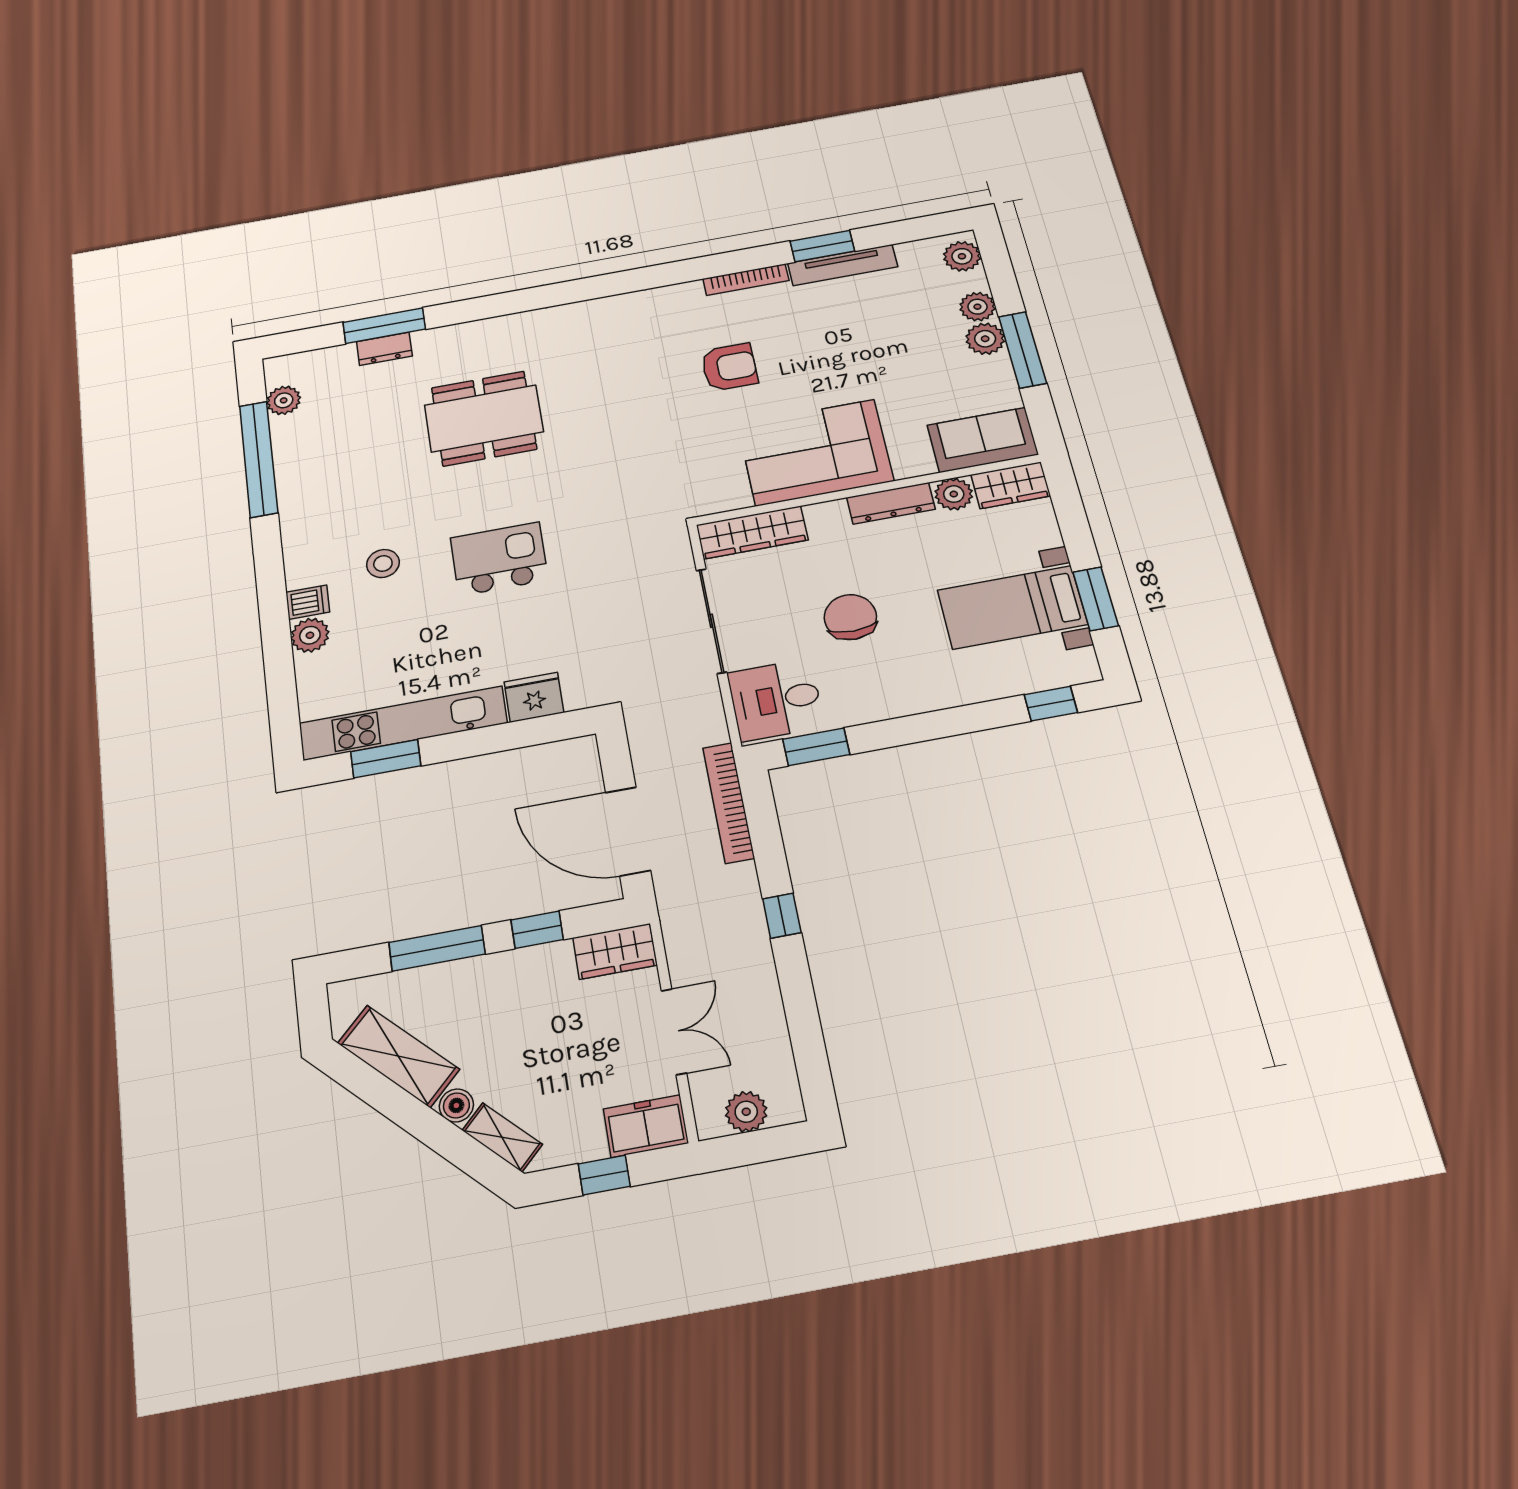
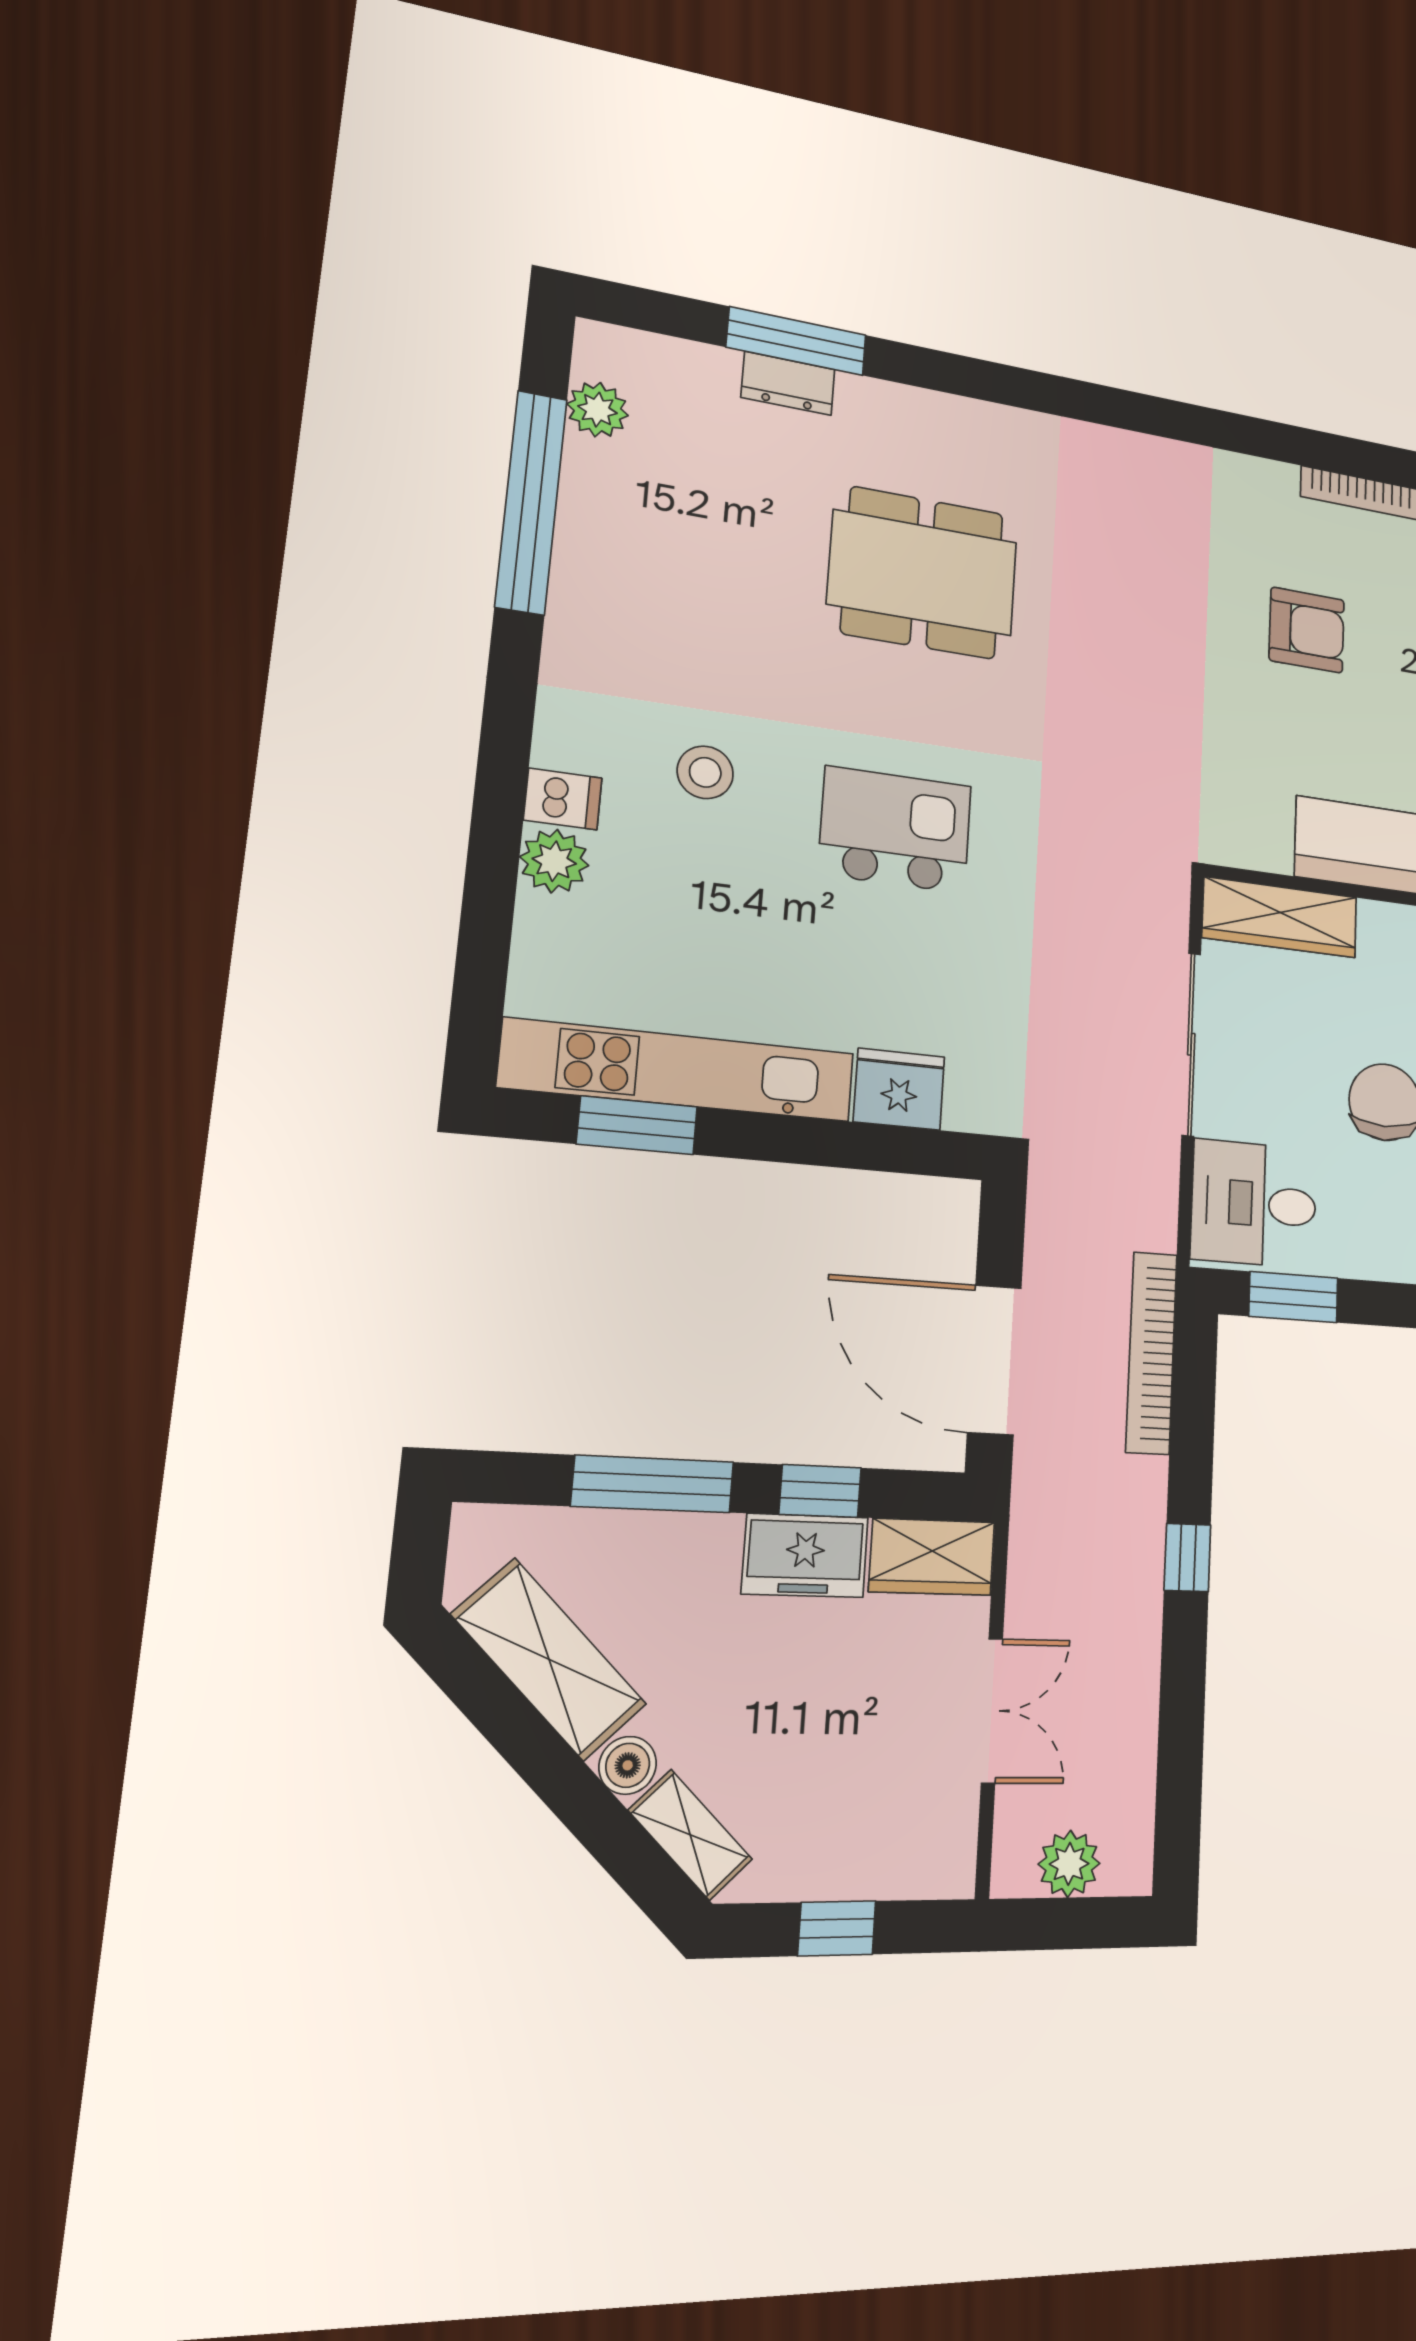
freezer: (646, 1126) -> (805, 1556), moved, turned 180

